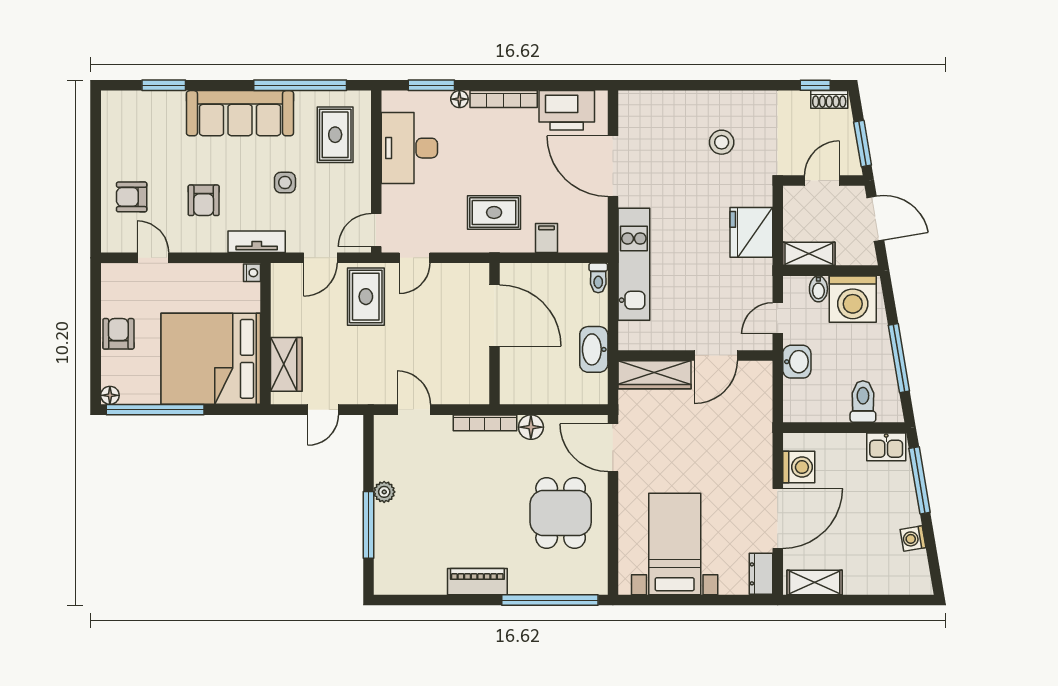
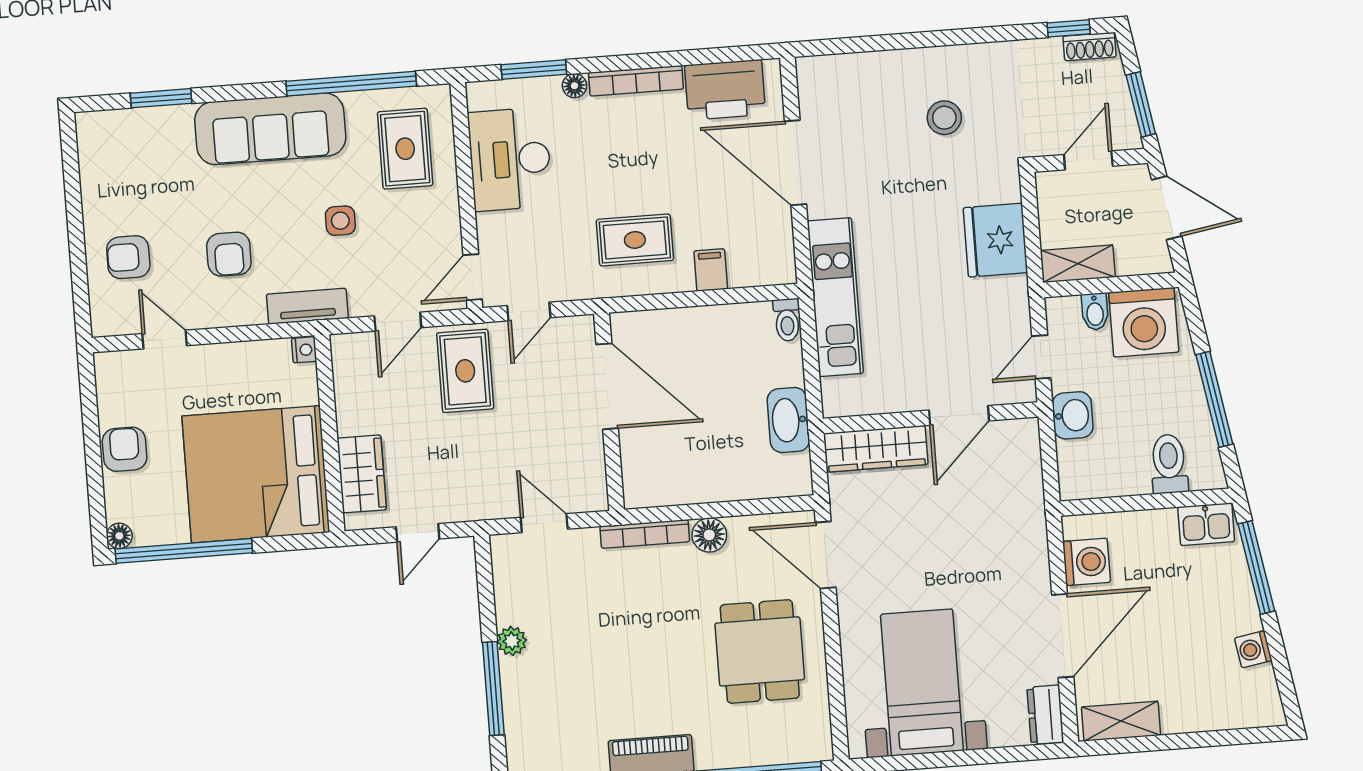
door: (495, 315) -> (607, 386), moved
wall: (495, 334) -> (609, 412), moved

